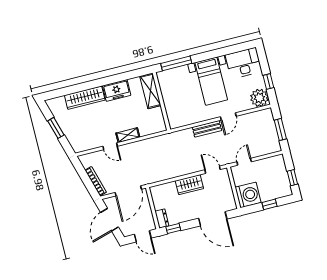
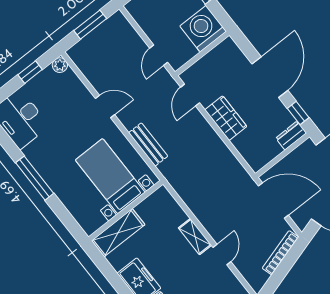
window: (176, 63) -> (35, 178), moved
bed with nightstands: (211, 81) -> (110, 176), moved, turned -90
plant: (259, 98) -> (60, 65), width x0.53, depth x0.53
bench: (207, 129) -> (148, 144), moved
door: (244, 162) -> (159, 55), hinge flipped
door: (213, 219) -> (270, 77), moved

